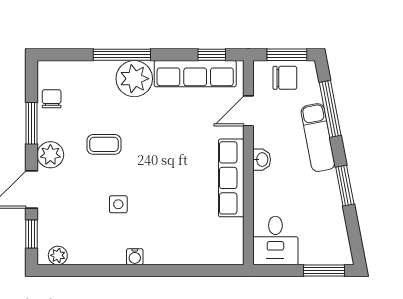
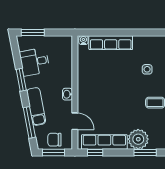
window: (122, 55) -> (145, 152), width x0.69
door: (248, 111) -> (75, 121), hinge flipped
row of seats: (231, 178) -> (111, 43), moved, turned 90
desk: (275, 241) -> (35, 62), moved, turned -101
water cooler: (135, 257) -> (83, 40), moved

